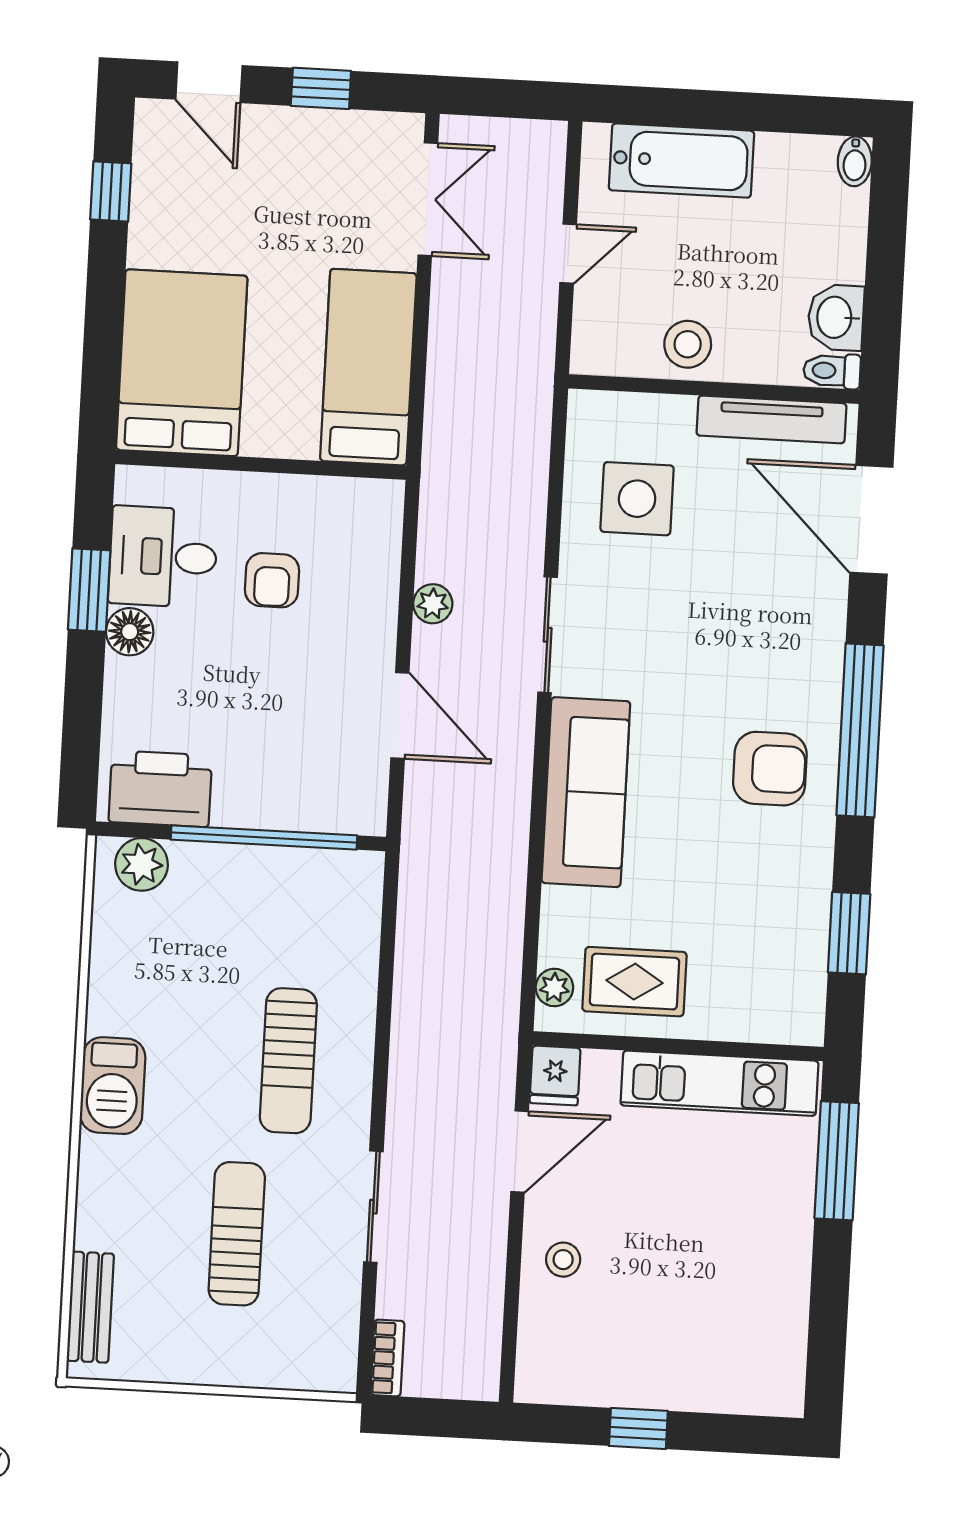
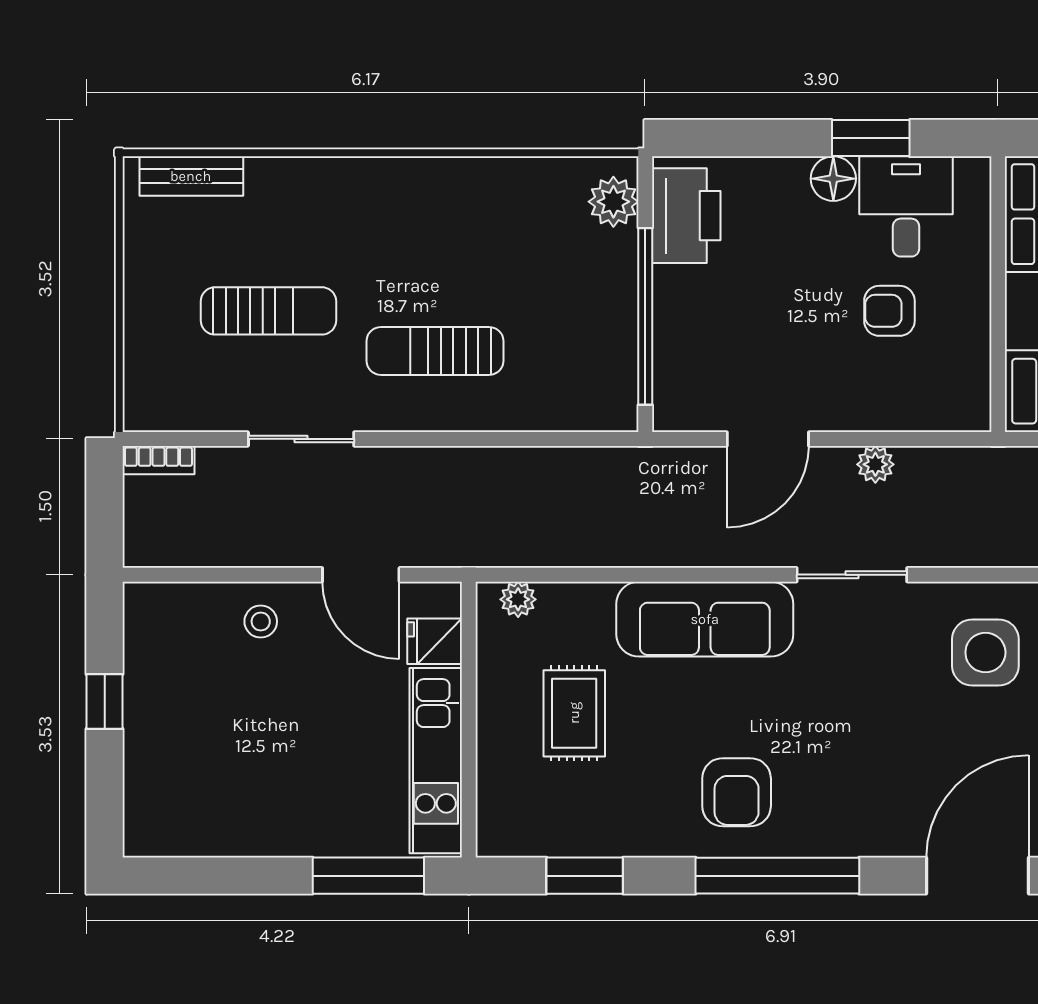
rug: (634, 982) -> (574, 713), moved
fridge: (555, 1075) -> (435, 641), moved
barbecue: (113, 1086) -> (402, 186), removed

